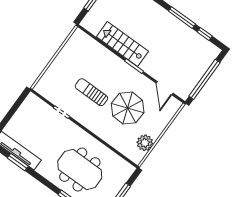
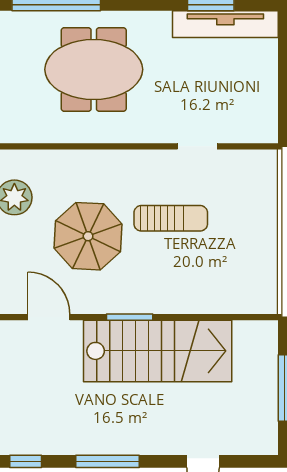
window: (205, 34) -> (26, 461), moved
stairs: (122, 44) -> (158, 351), width x1.36, depth x1.51

